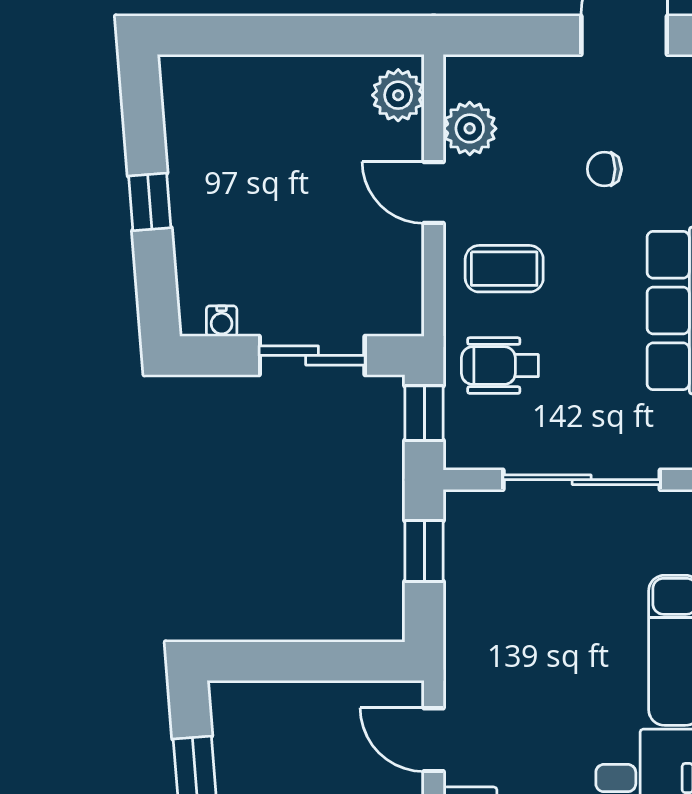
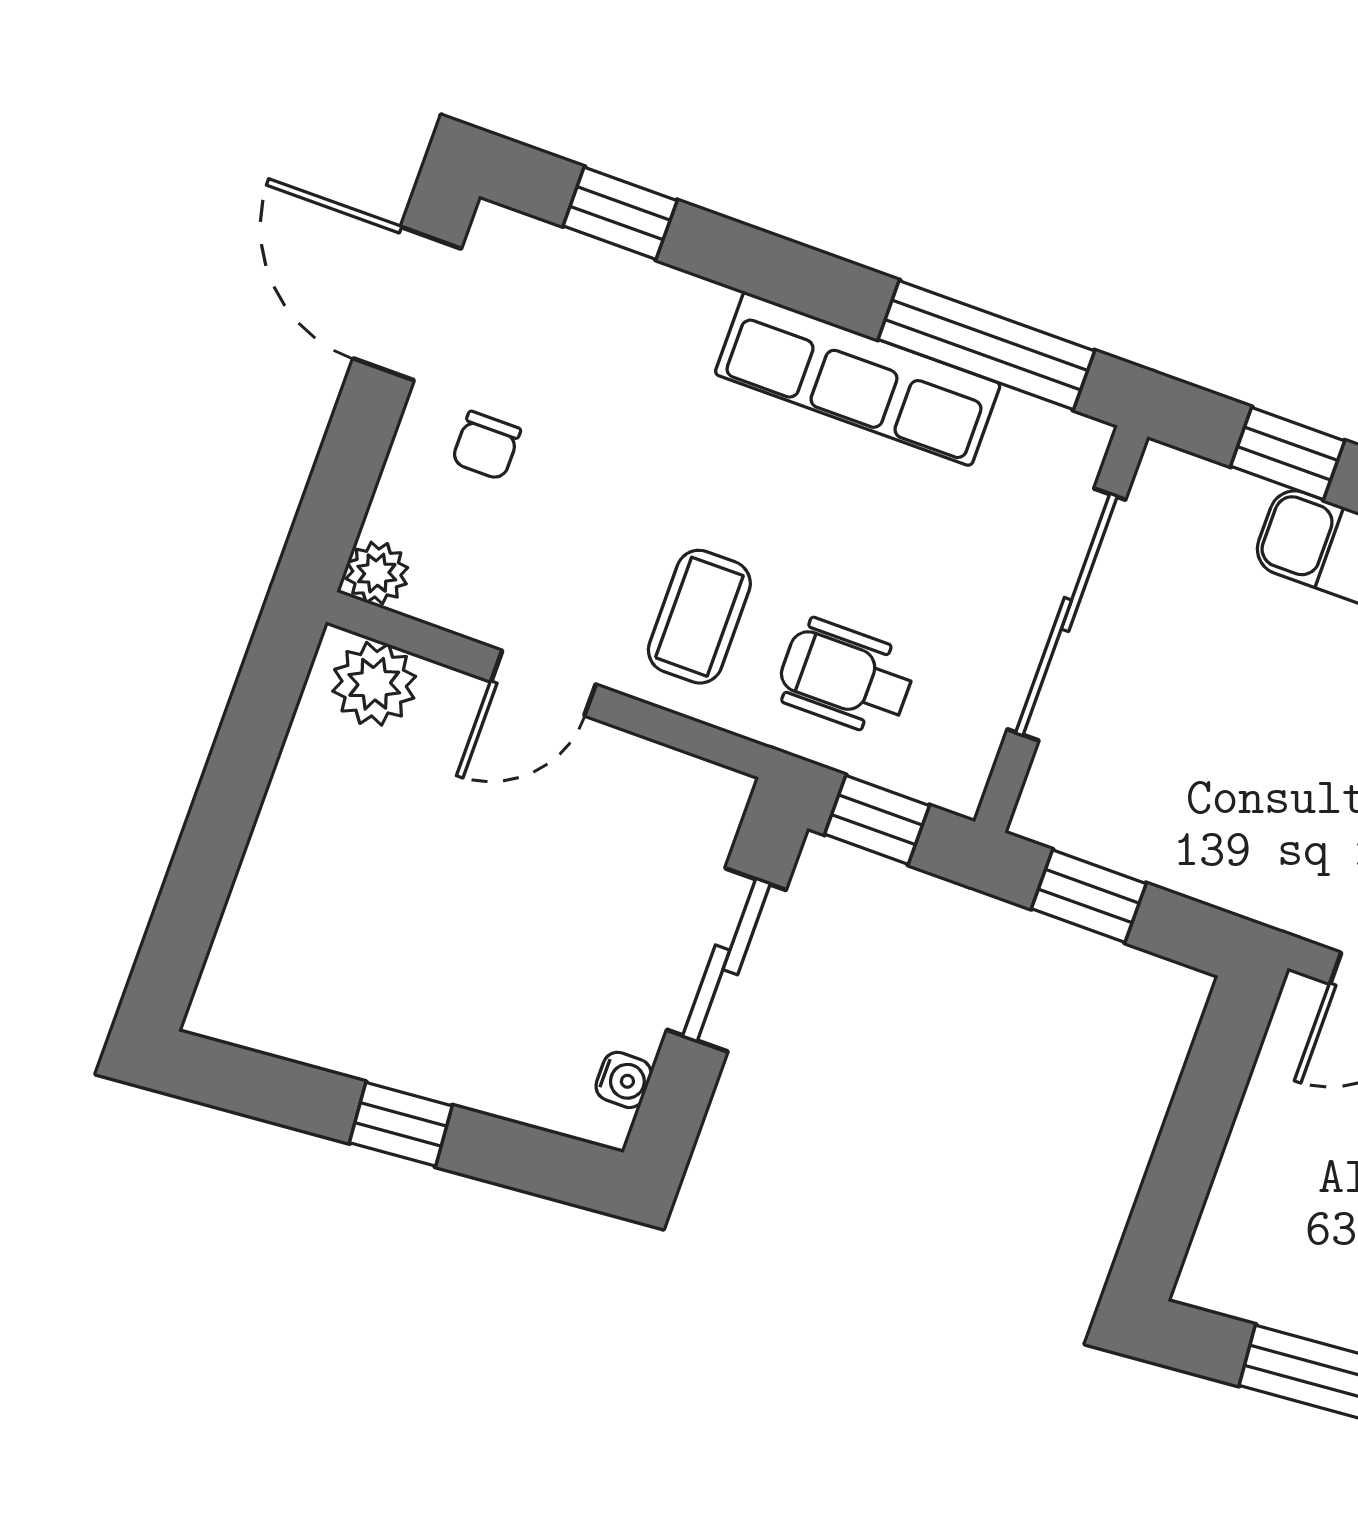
plant: (470, 128) -> (377, 573), moved, width x0.73, depth x0.73
chair: (604, 169) -> (486, 446), moved
wheelchair: (500, 366) -> (846, 677), turned 90

